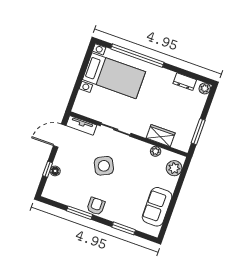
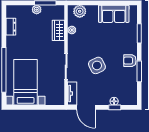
plant: (205, 88) -> (37, 10), moved

